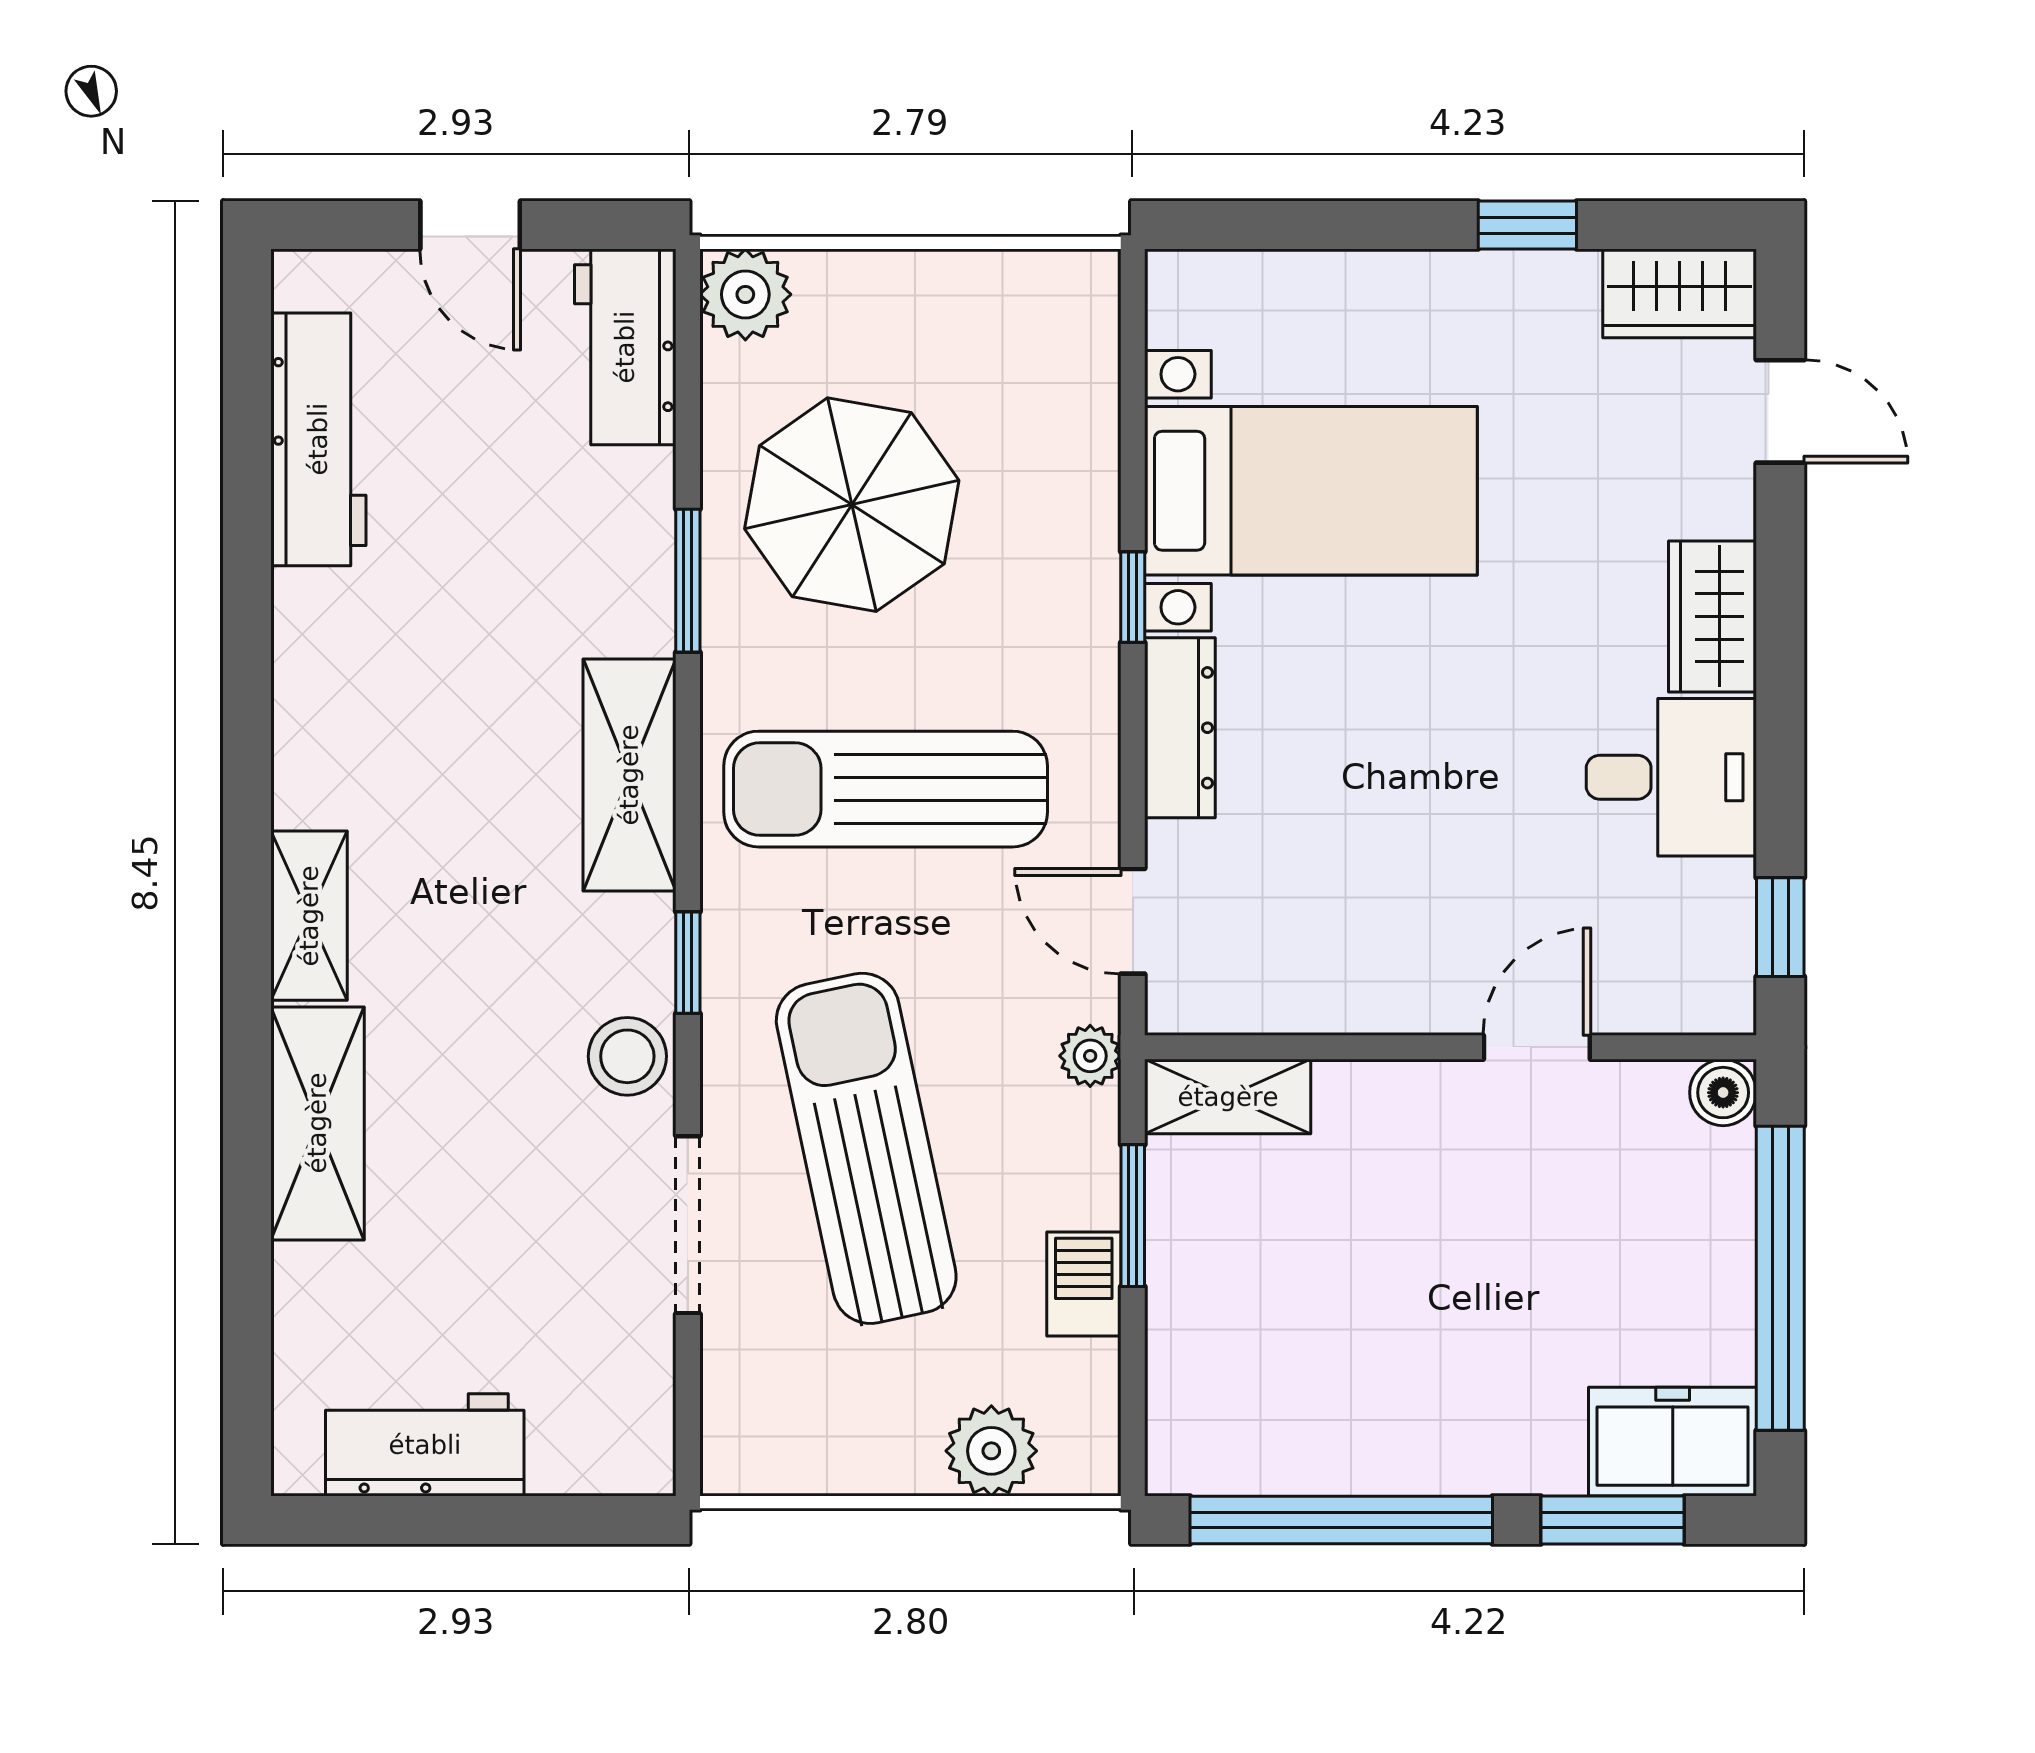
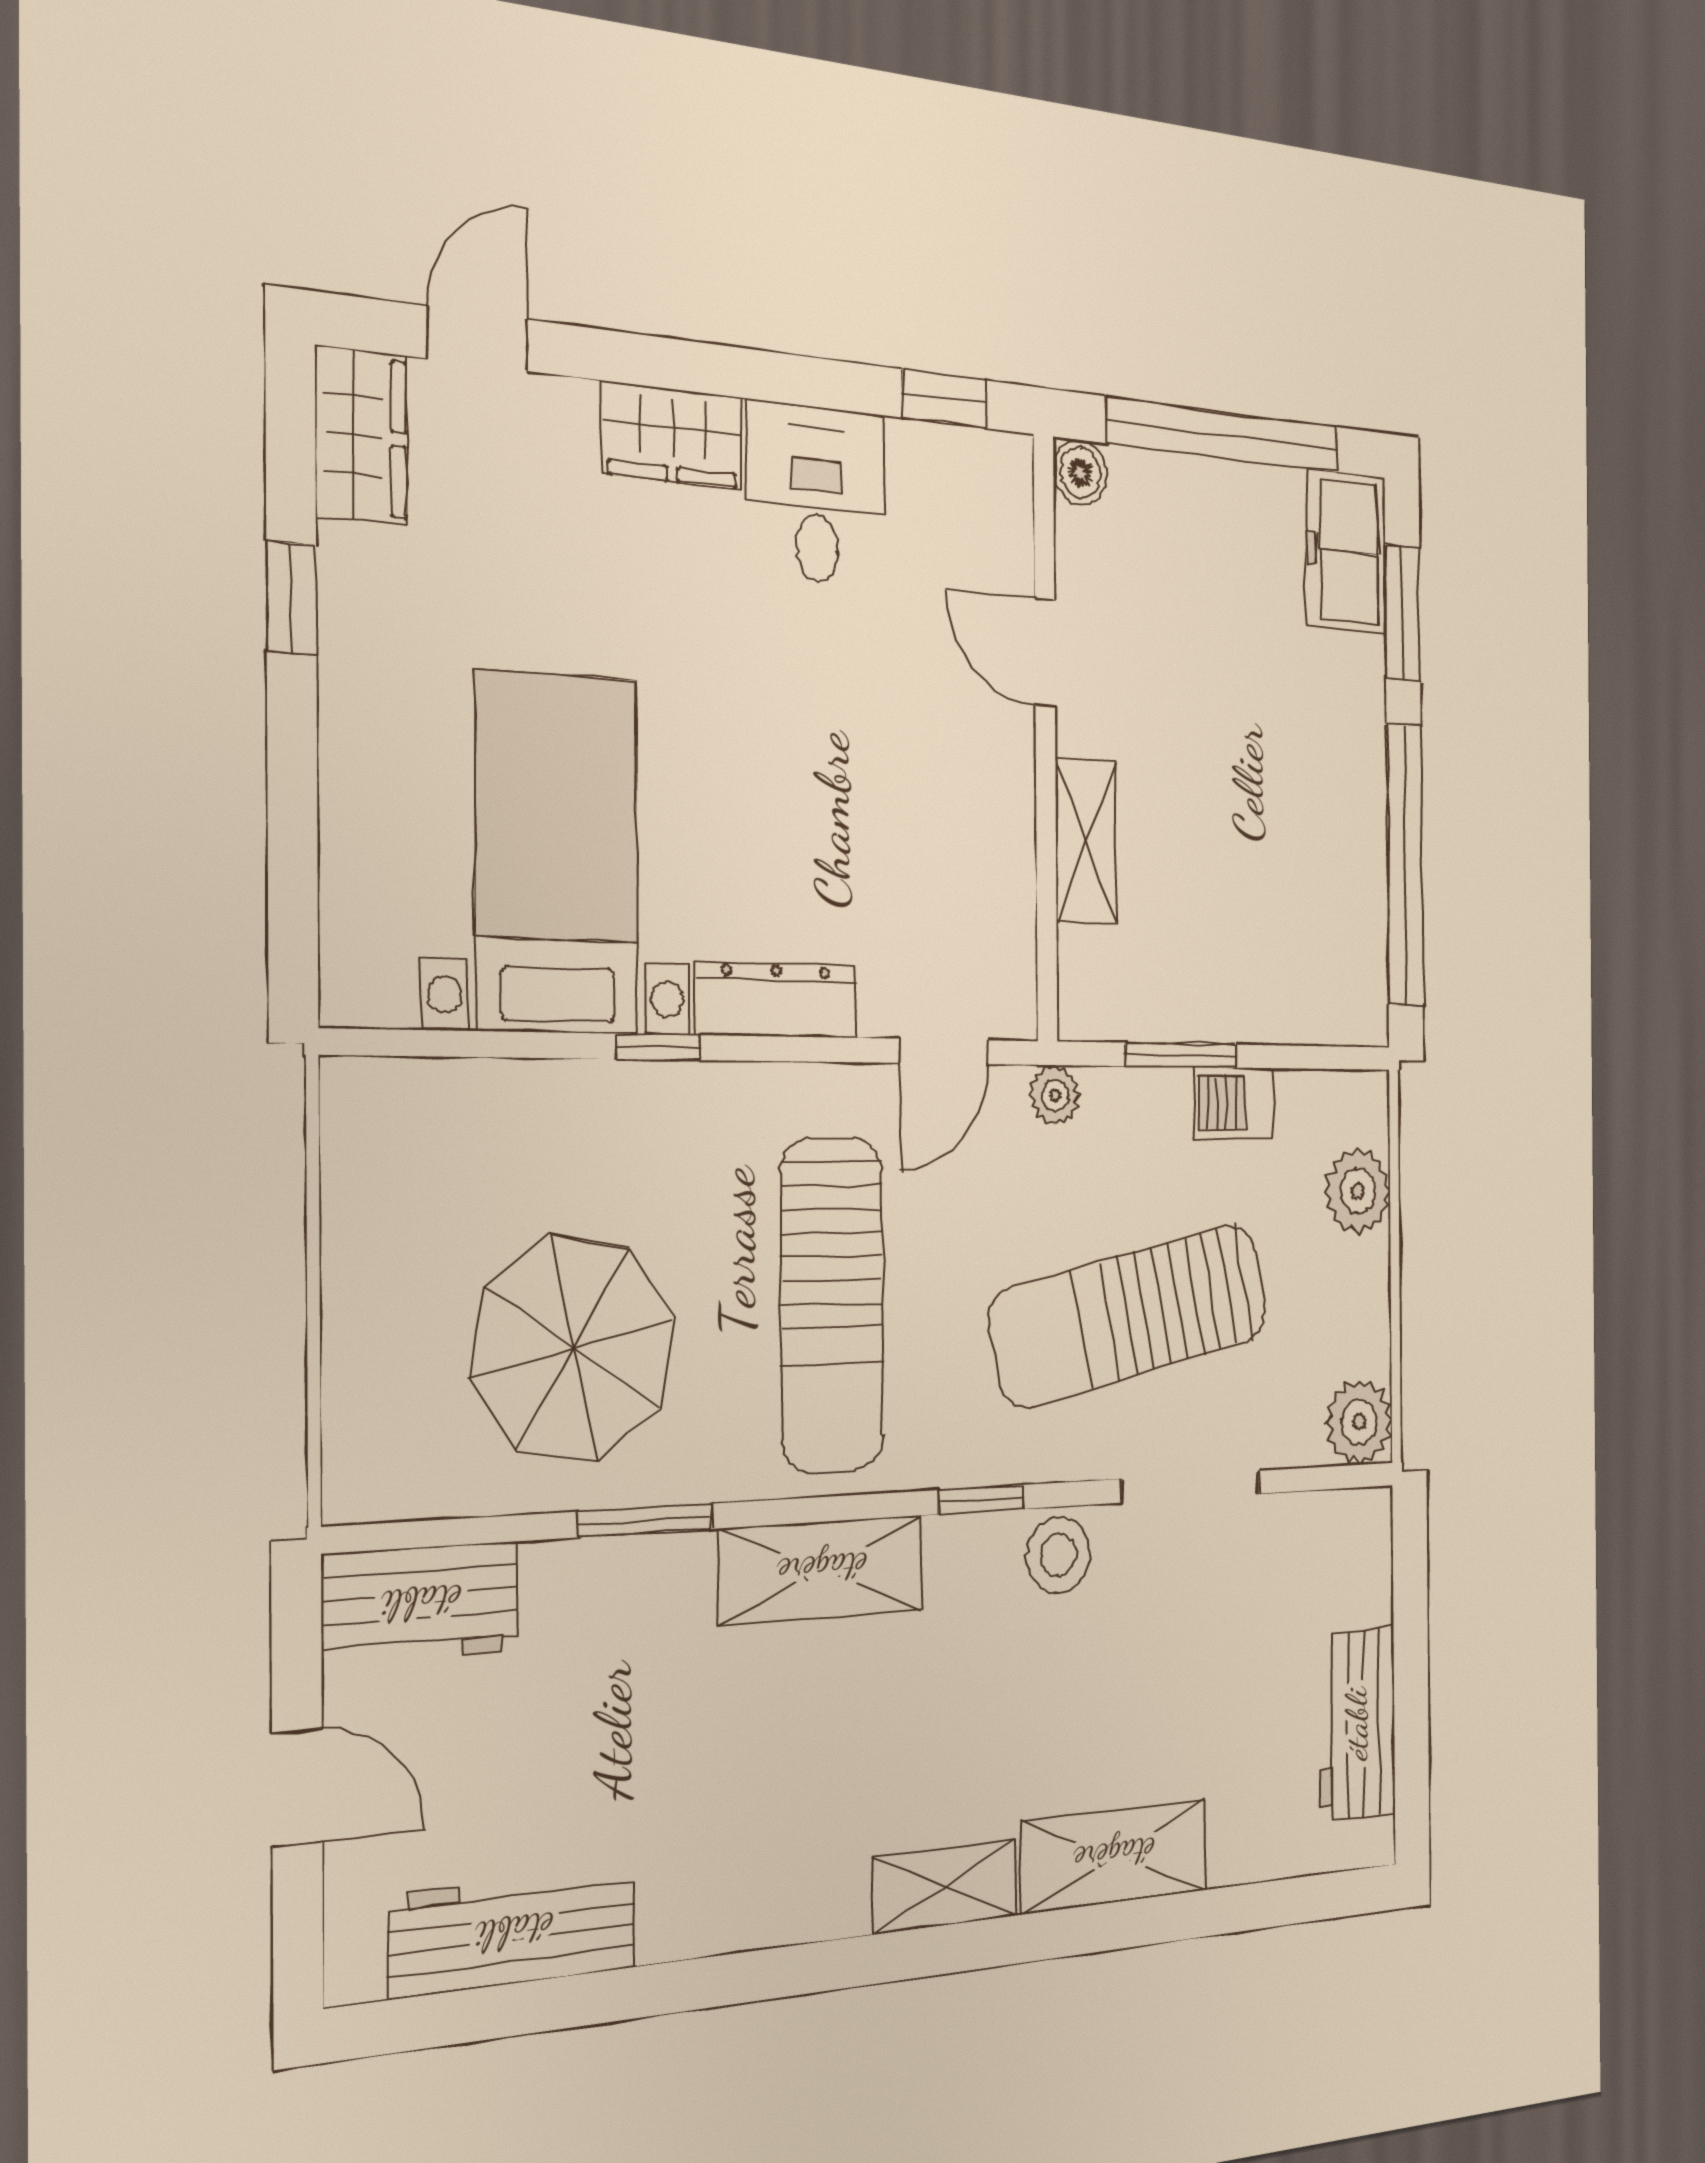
door: (470, 225) -> (297, 1787), hinge flipped
plant: (745, 294) -> (1359, 1422), moved
shelving: (1228, 1097) -> (1086, 841), moved

